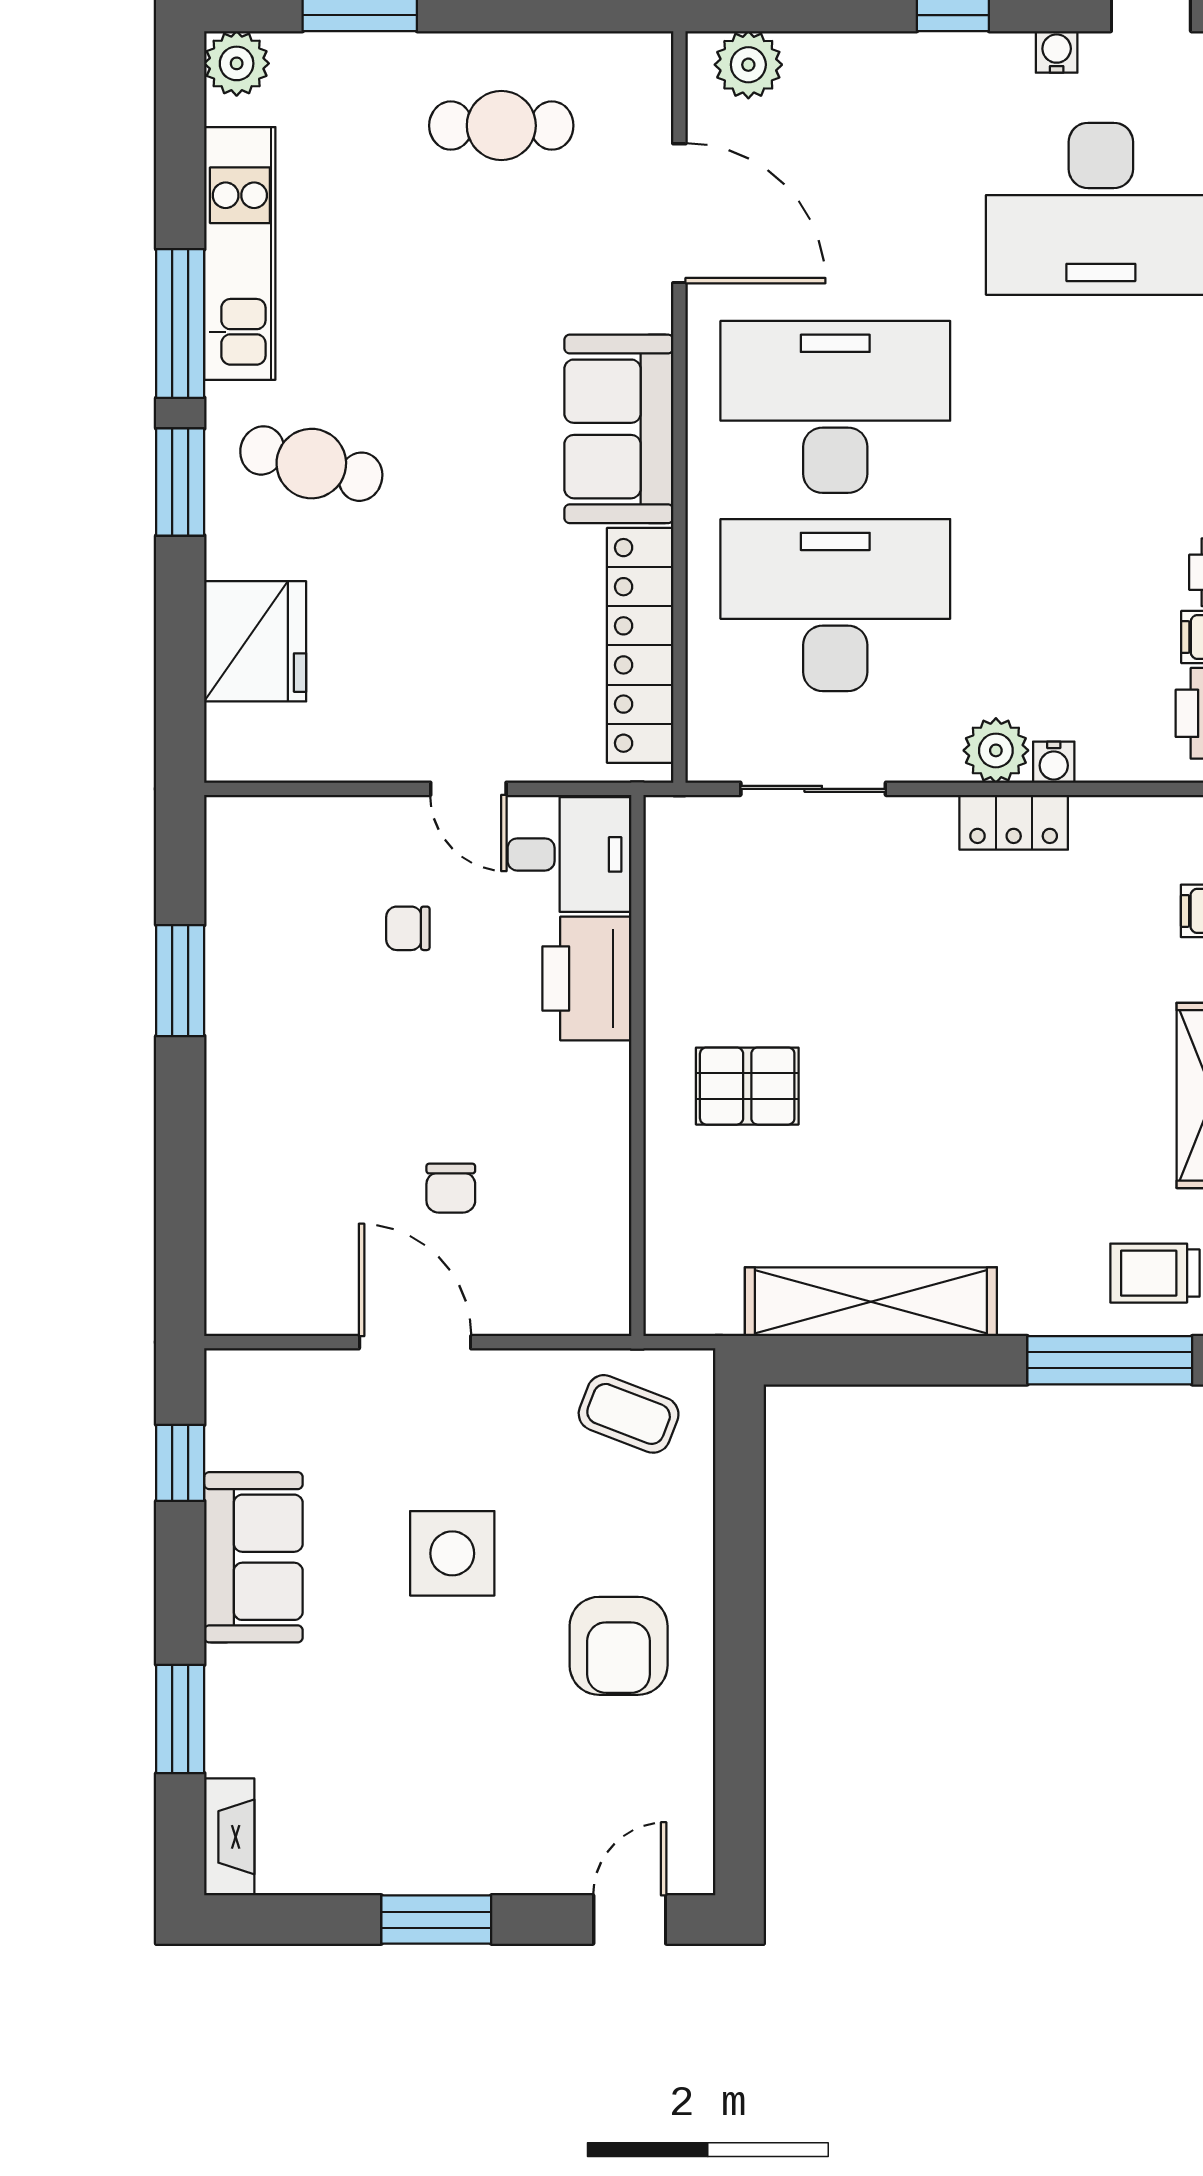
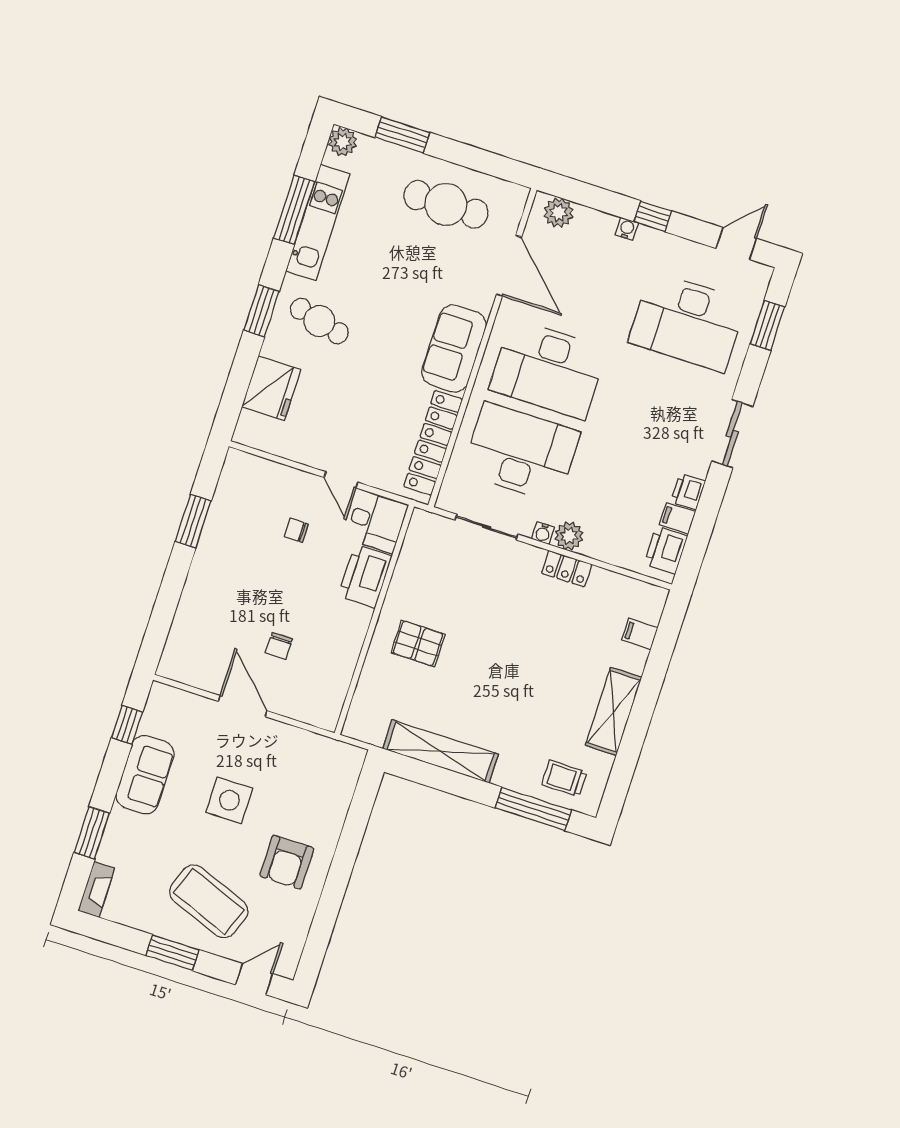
water cooler: (1057, 52) -> (627, 229), moved
cafe table: (501, 126) -> (446, 204), width x1.37, depth x1.35
window: (180, 323) -> (294, 210), moved
desk: (835, 407) -> (548, 369), turned 180
water cooler: (1054, 762) -> (543, 533), moved
coffee table: (629, 1414) -> (209, 901), moved, width x1.86, depth x1.72

